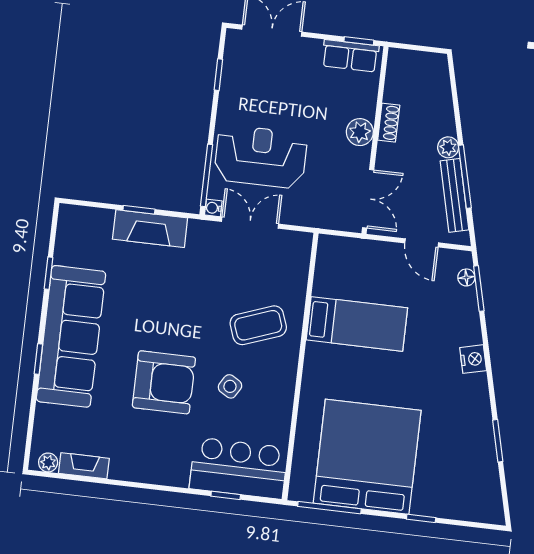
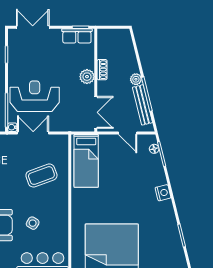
bed: (357, 324) -> (86, 161), moved, turned 90
coffee table: (258, 325) -> (41, 176), moved

